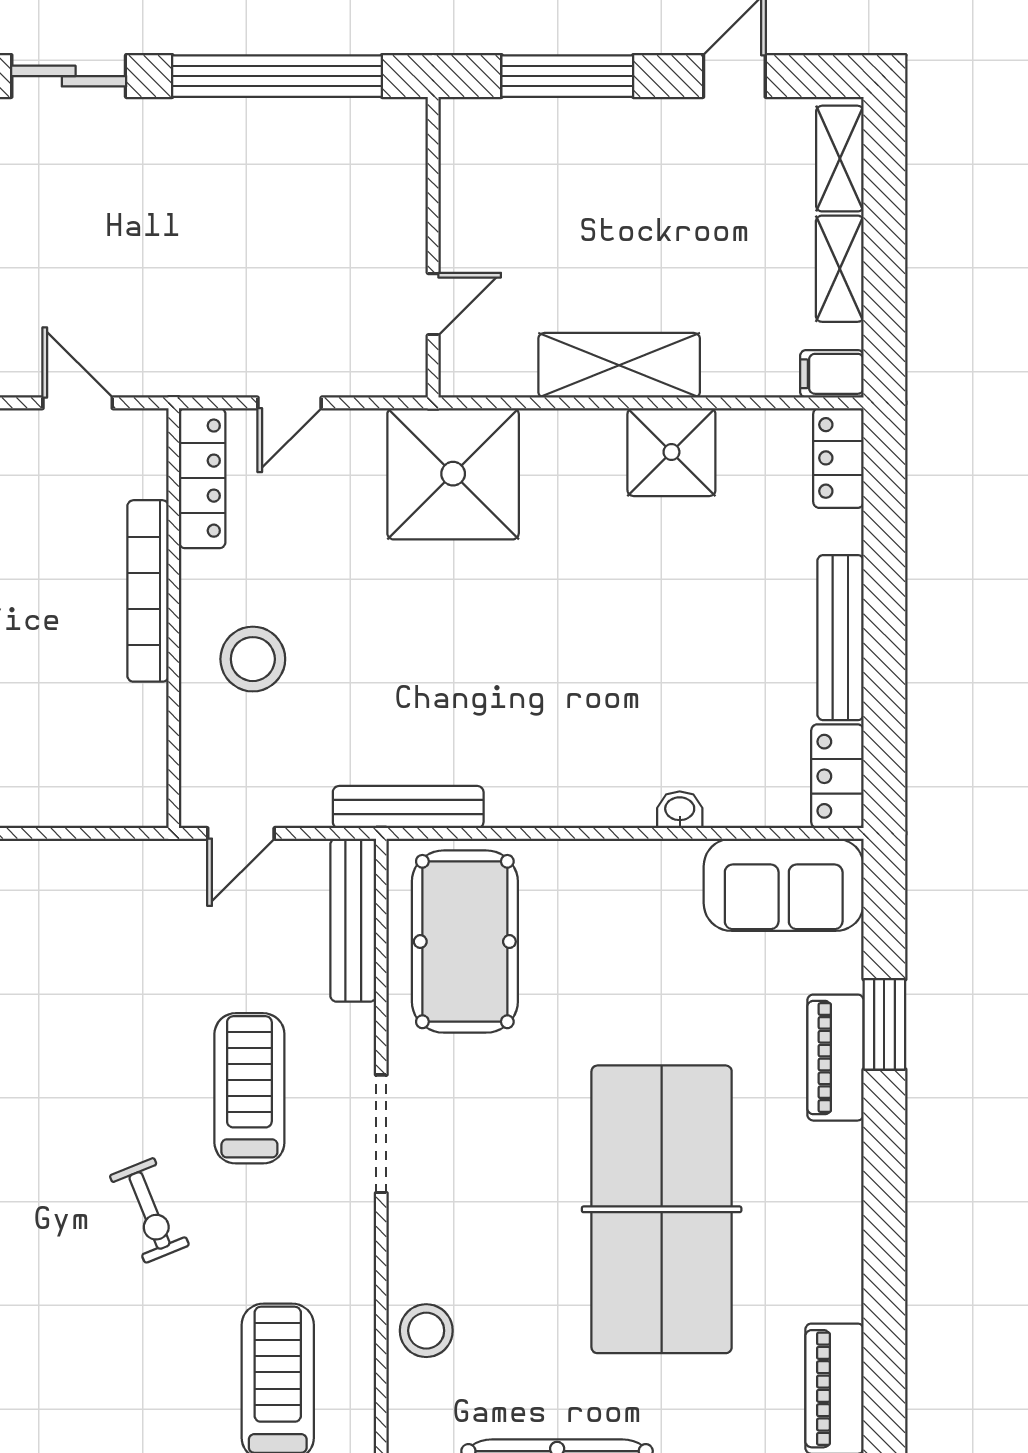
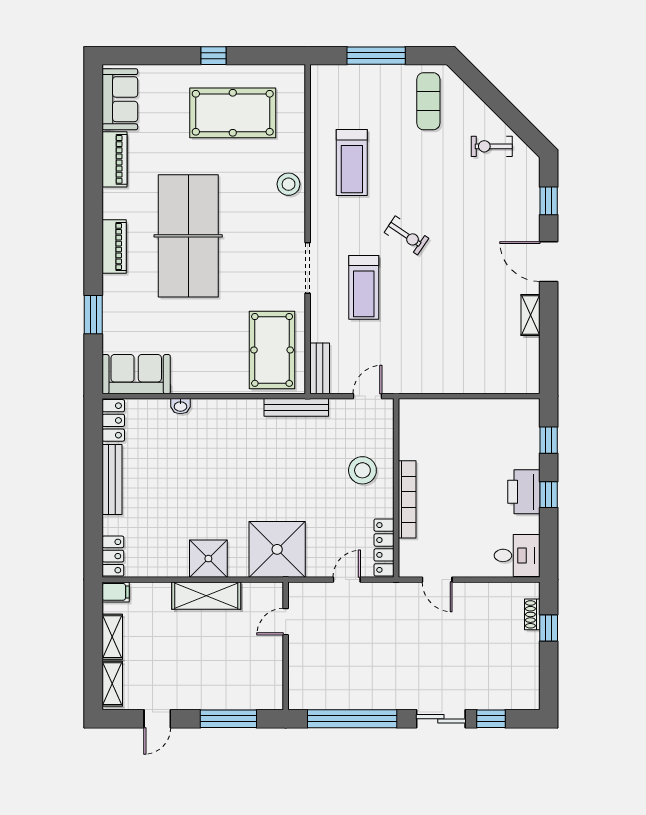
shower: (671, 452) -> (208, 559), moved
bench: (353, 920) -> (320, 368), width x0.73
piano: (835, 1058) -> (114, 247), moved
exercise bike: (149, 1210) -> (406, 235), turned 146

